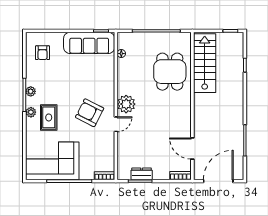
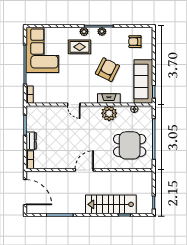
stairs: (205, 63) -> (111, 204), moved, turned 180
dining table: (170, 72) -> (130, 145), moved
fireplace: (109, 83) -> (109, 99), added
plant: (126, 104) -> (109, 113), moved
armchair: (90, 113) -> (107, 70), moved
door: (192, 149) -> (84, 170), moved
dresser: (142, 174) -> (31, 141), moved

